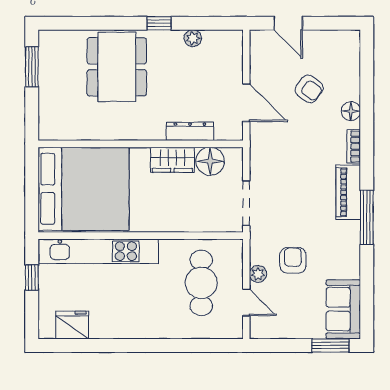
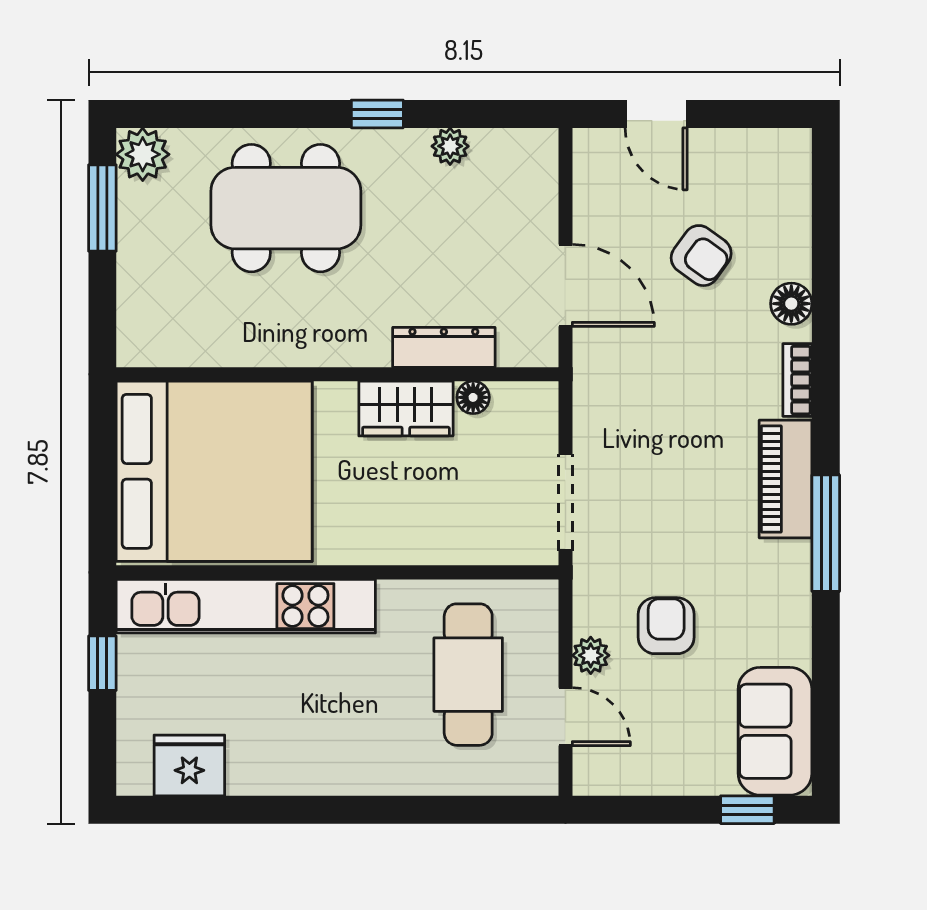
plant: (50, 42) -> (143, 154), added
dining table: (117, 67) -> (286, 208), turned 90
floor lamp: (210, 161) -> (473, 397), width x0.53, depth x0.53
window: (331, 345) -> (747, 810), width x0.67

